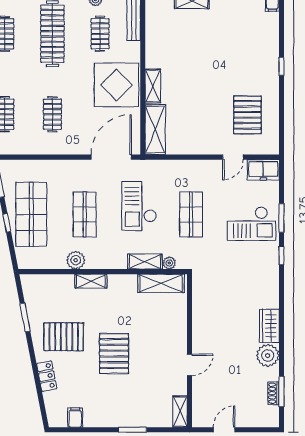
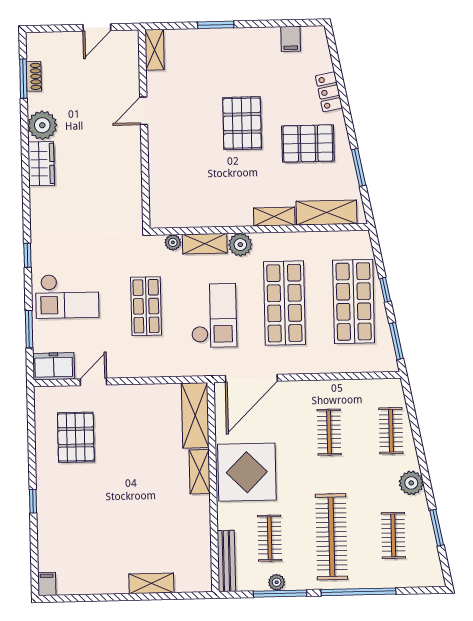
shop shelf: (85, 214) -> (284, 303), width x1.43, depth x1.36
window: (281, 218) -> (29, 329), moved
checkout: (252, 224) -> (67, 296), turned 180
plant: (76, 260) -> (240, 245), moved
shelving: (161, 283) -> (326, 213), moved

